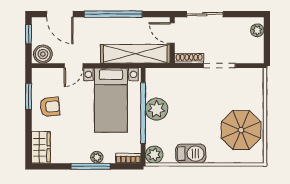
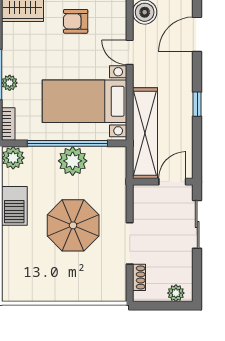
window: (113, 14) -> (197, 104), width x0.32
shoe rack: (189, 58) -> (139, 277), moved, width x0.70
armchair: (50, 107) -> (76, 21), turned 96
parasol: (241, 130) -> (73, 225), moved

